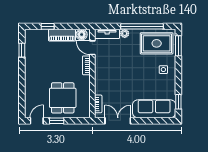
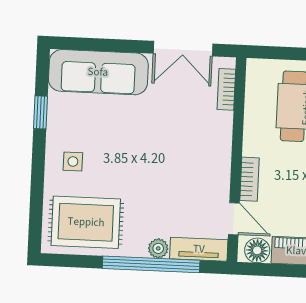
window: (142, 26) -> (151, 264), moved
window: (178, 46) -> (36, 215), removed
window: (178, 102) -> (41, 112), moved

